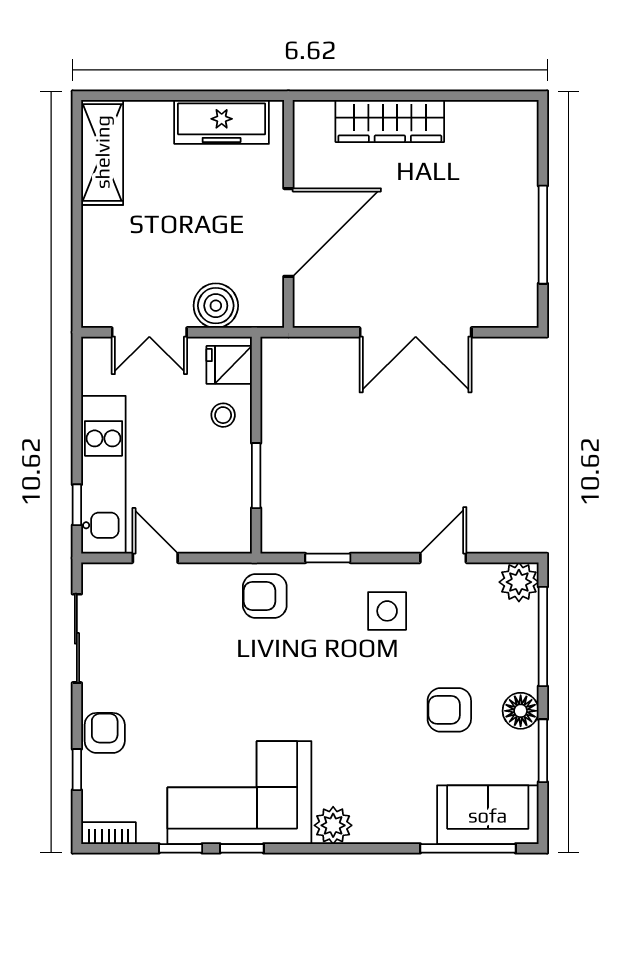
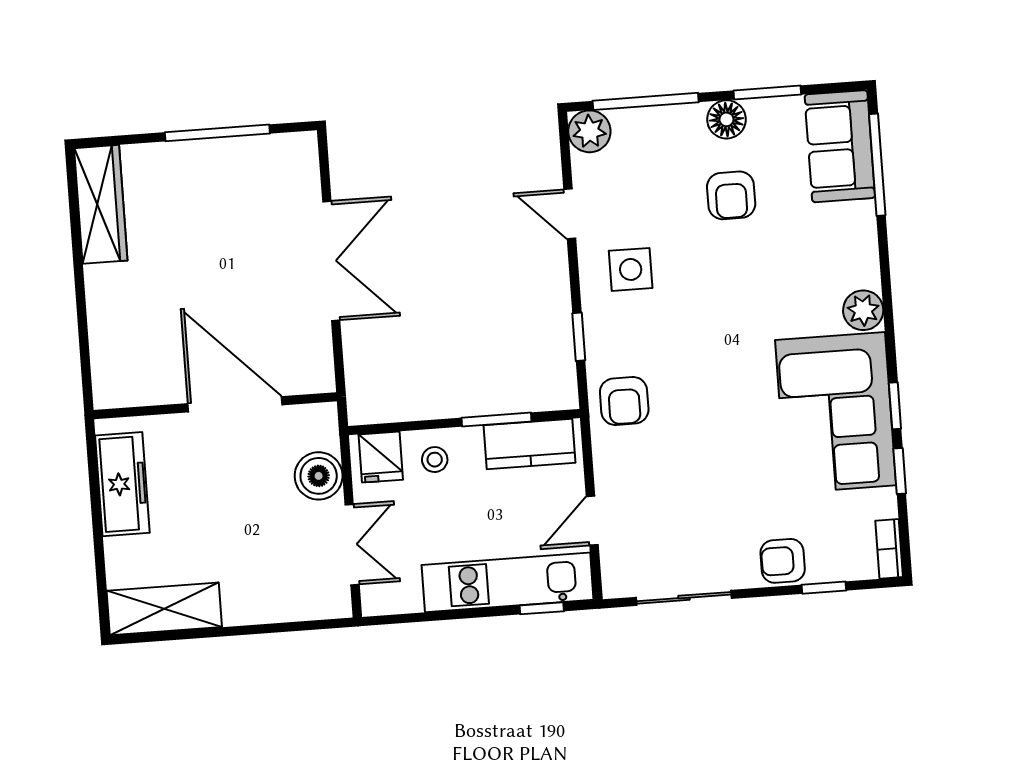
wardrobe: (390, 121) -> (101, 204), moved
kitchen counter: (231, 505) -> (529, 444), added

